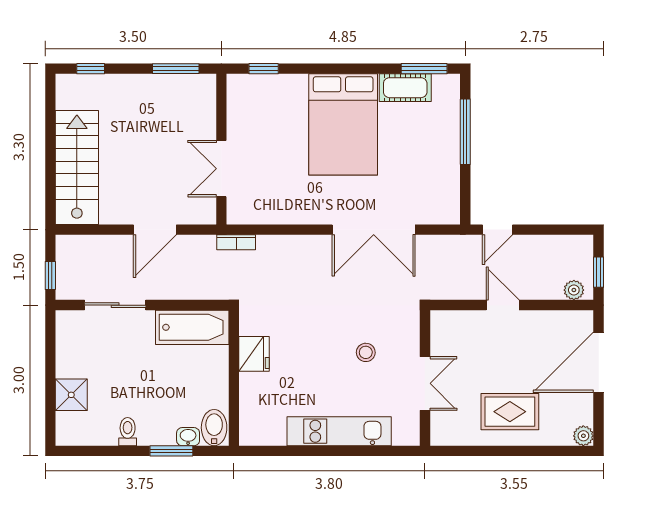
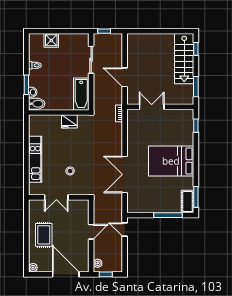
cot: (405, 88) -> (188, 201), moved
stairs: (77, 167) -> (184, 59), moved, turned 90

